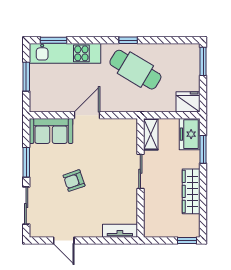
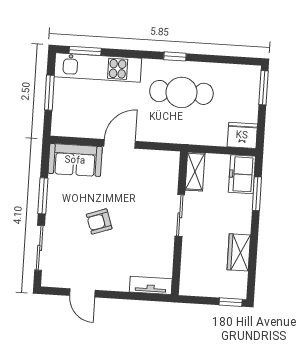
cafe table: (135, 70) -> (181, 92), turned -31
wardrobe: (191, 191) -> (239, 252), width x0.67

